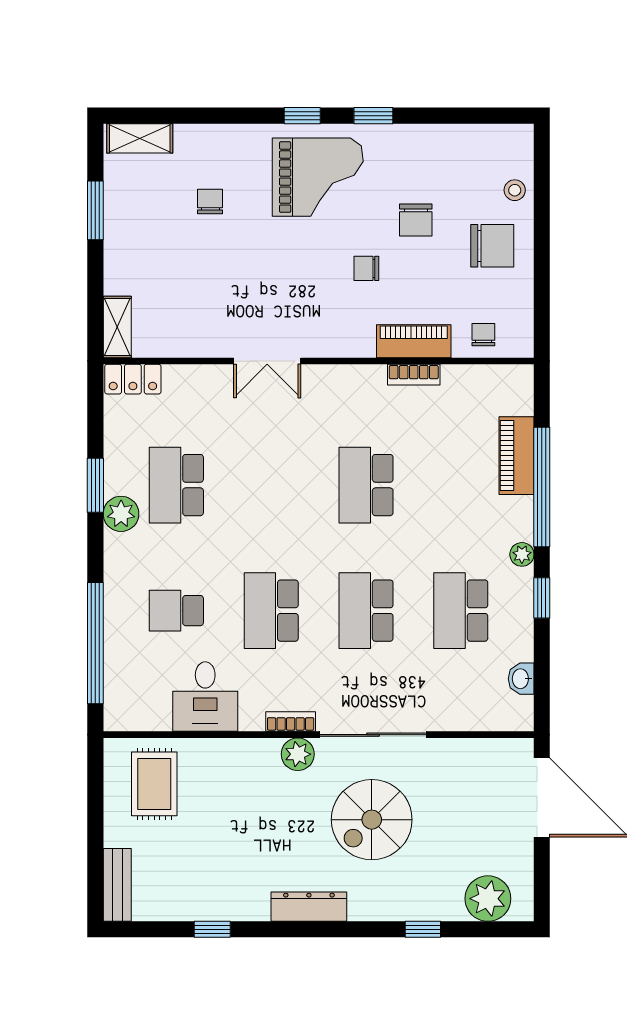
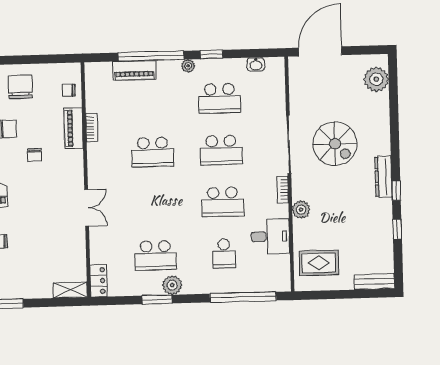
plant: (298, 754) -> (301, 210), moved
window: (423, 929) -> (396, 191), moved

